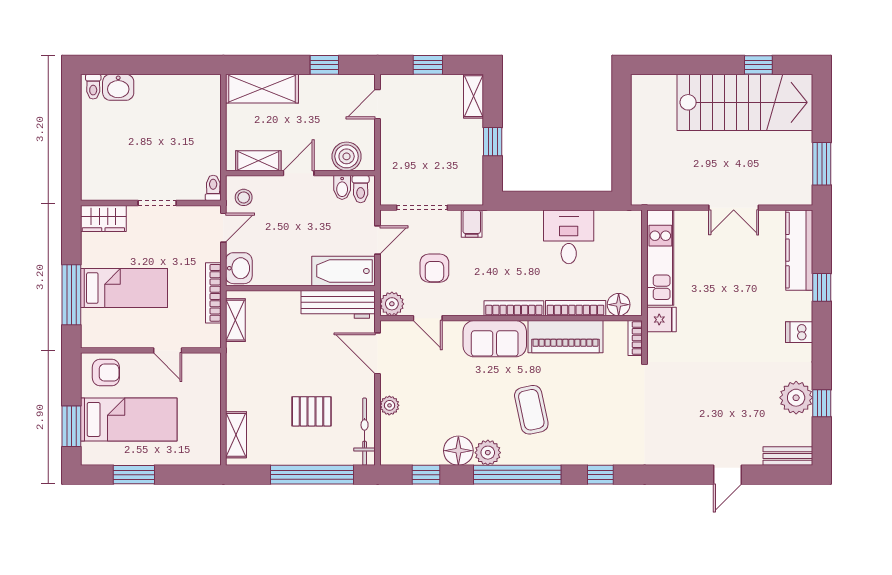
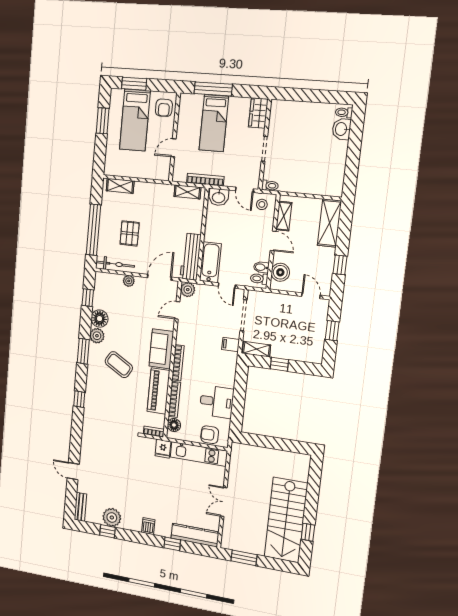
shelving: (474, 96) -> (256, 349), moved
armchair: (434, 268) -> (210, 435), moved
coffee table: (531, 410) -> (119, 365), turned 43
window: (517, 475) -> (83, 351), width x0.47

